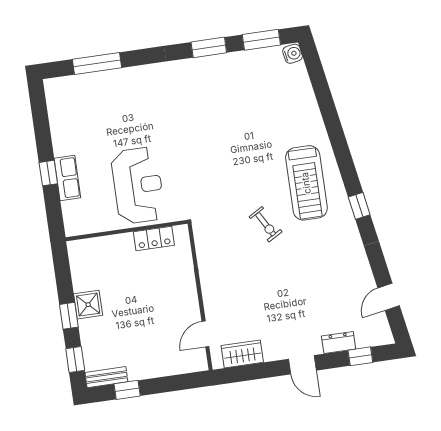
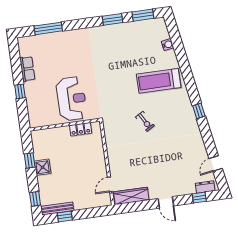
water cooler: (293, 54) -> (168, 45), moved
row of seats: (67, 178) -> (27, 69), moved
treadmill: (306, 183) -> (159, 81), moved, turned 90
window: (69, 316) -> (30, 161), moved
dresser: (339, 343) -> (205, 187), moved
wardrobe: (242, 354) -> (131, 196), width x1.50
bench: (106, 377) -> (57, 208), width x1.36

